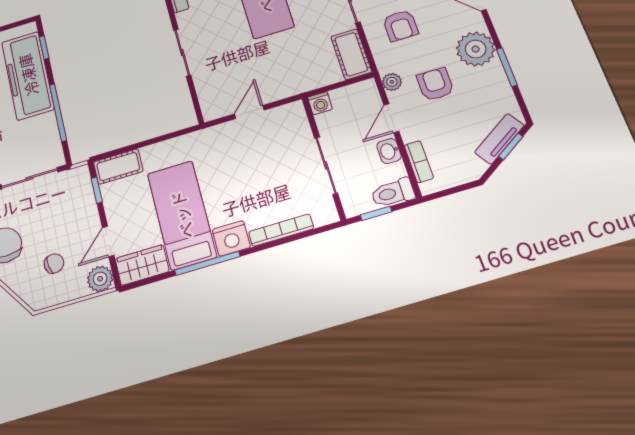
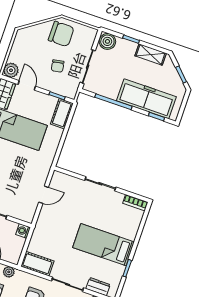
door: (249, 112) -> (44, 195), hinge flipped
chair: (54, 263) -> (58, 66), moved

